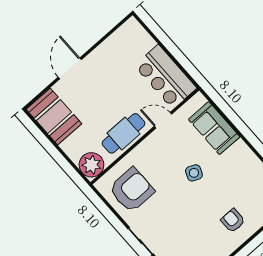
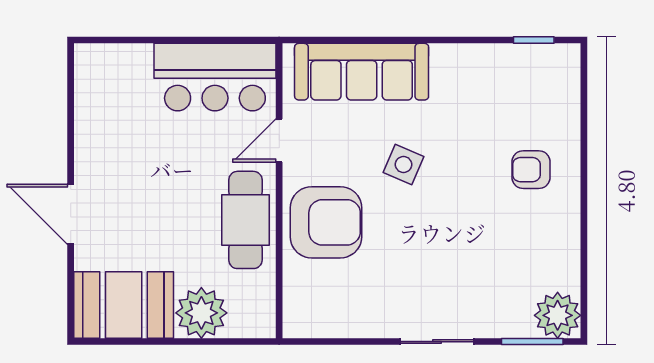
sofa: (214, 128) -> (362, 72), width x1.36
plant: (91, 165) -> (201, 313), moved
armchair: (132, 190) -> (326, 222), moved, turned 90

